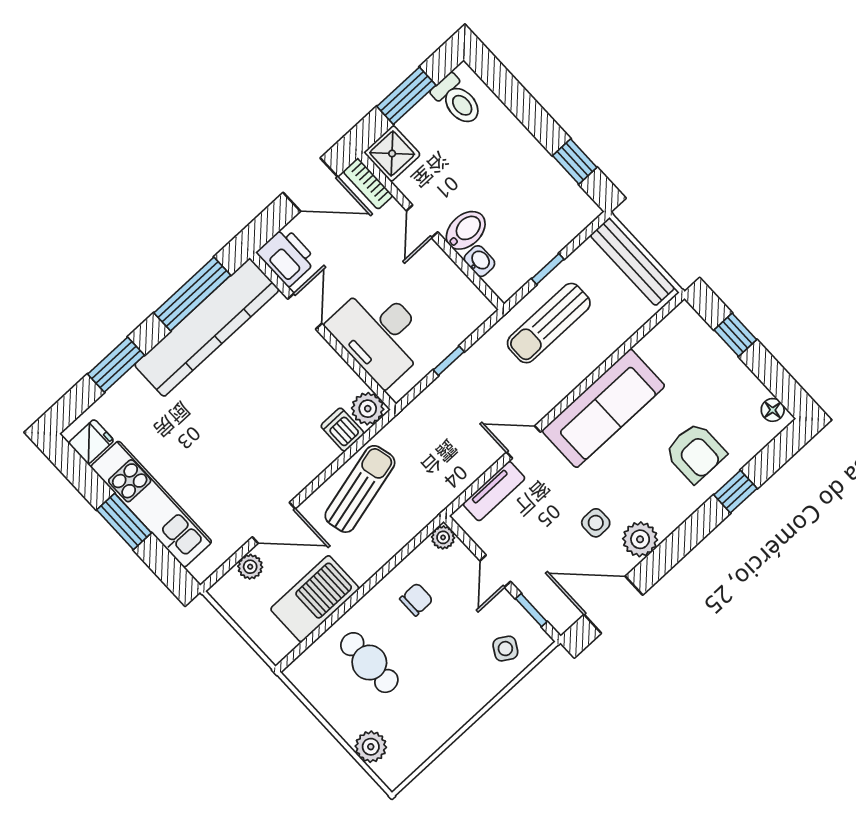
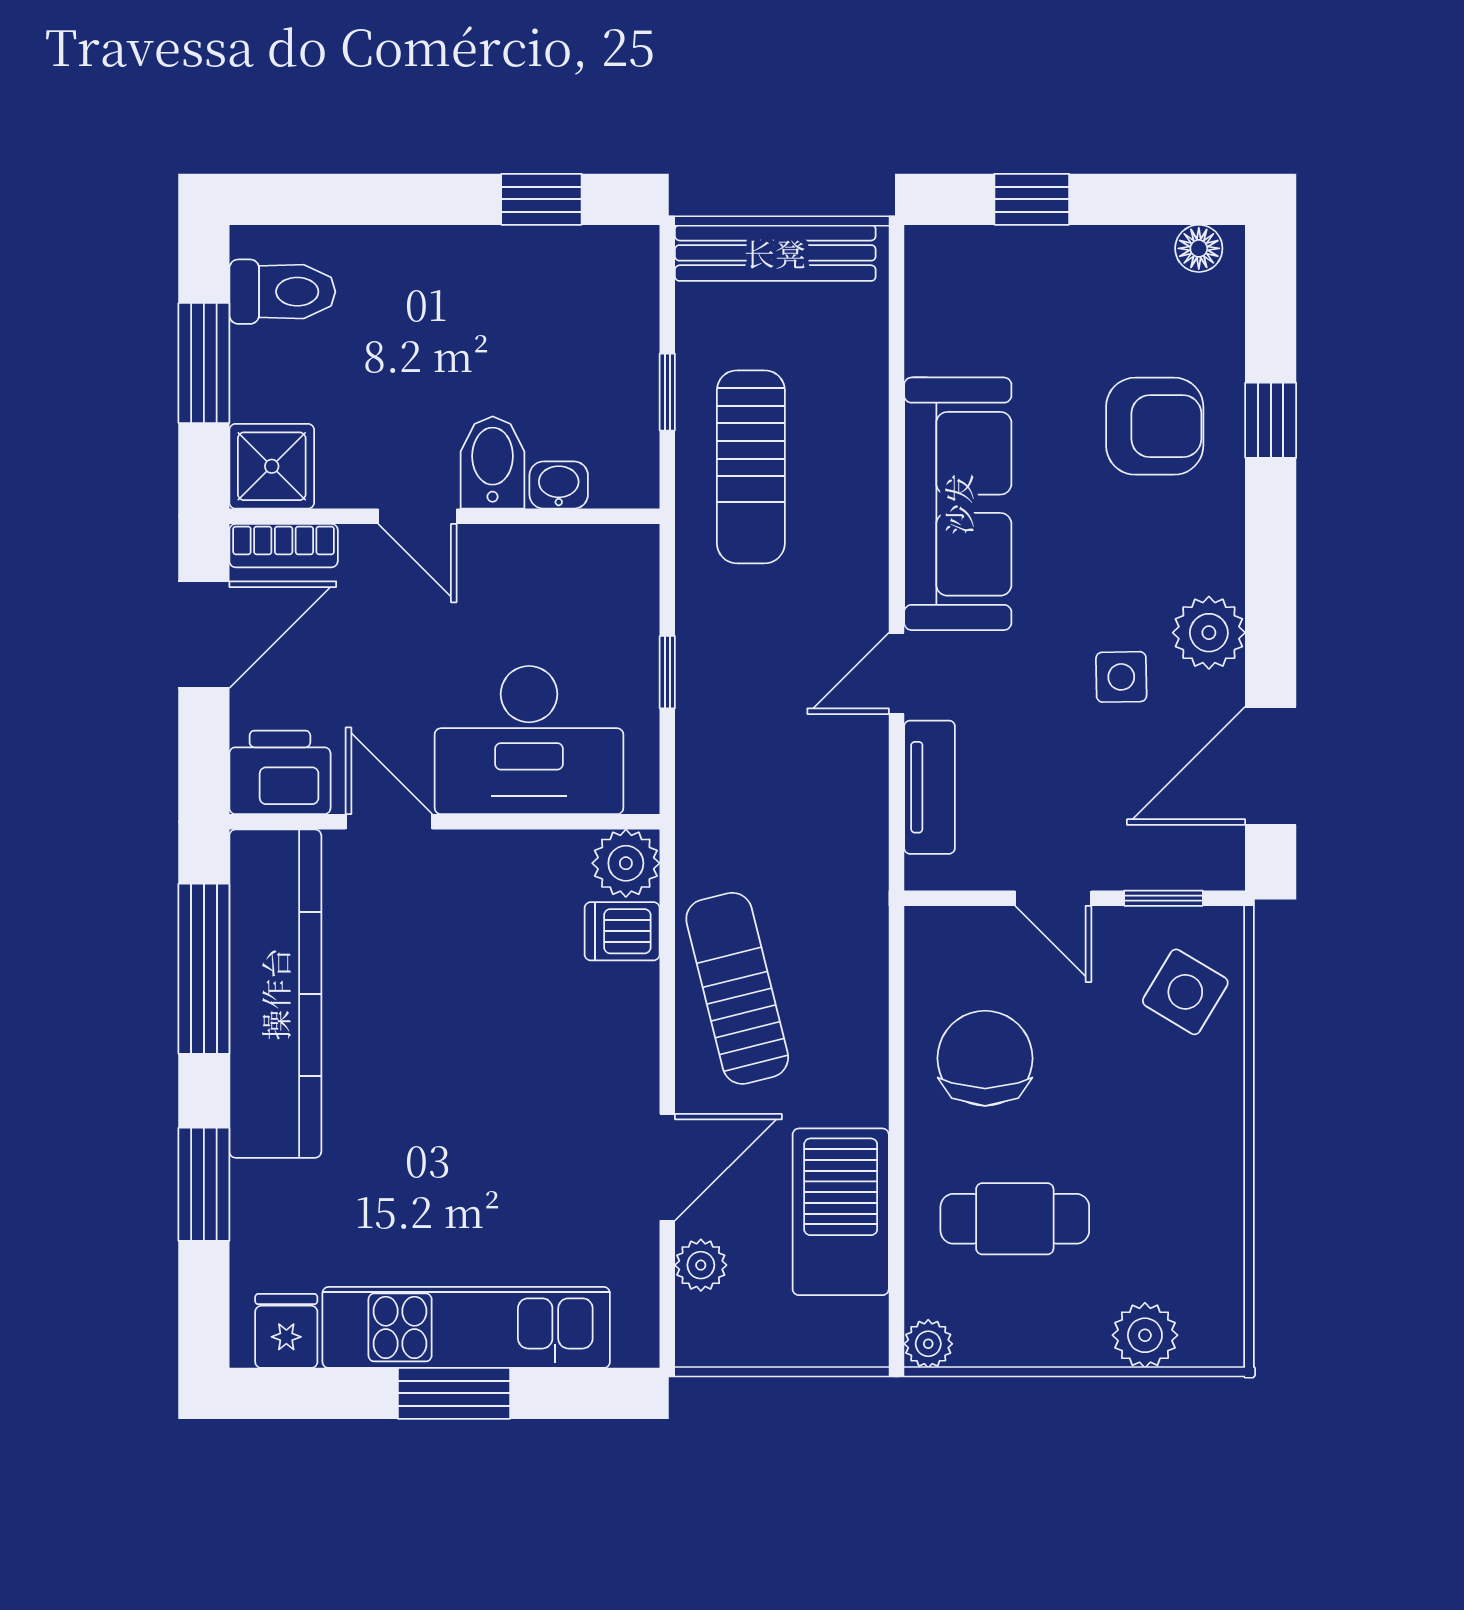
plant: (443, 537) -> (928, 1344), moved
chair: (416, 599) -> (985, 1058), width x1.87, depth x1.87
side table: (505, 649) -> (1185, 992), width x1.37, depth x1.37

